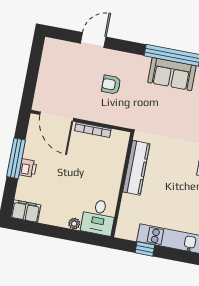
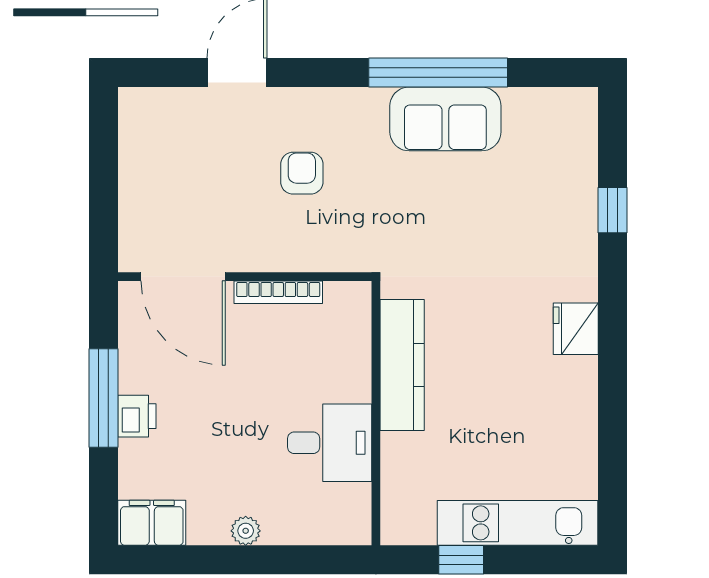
armchair: (111, 85) -> (302, 173), turned 90
desk: (99, 217) -> (330, 443), moved, turned -90
plant: (74, 224) -> (246, 531), moved

